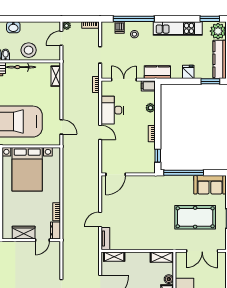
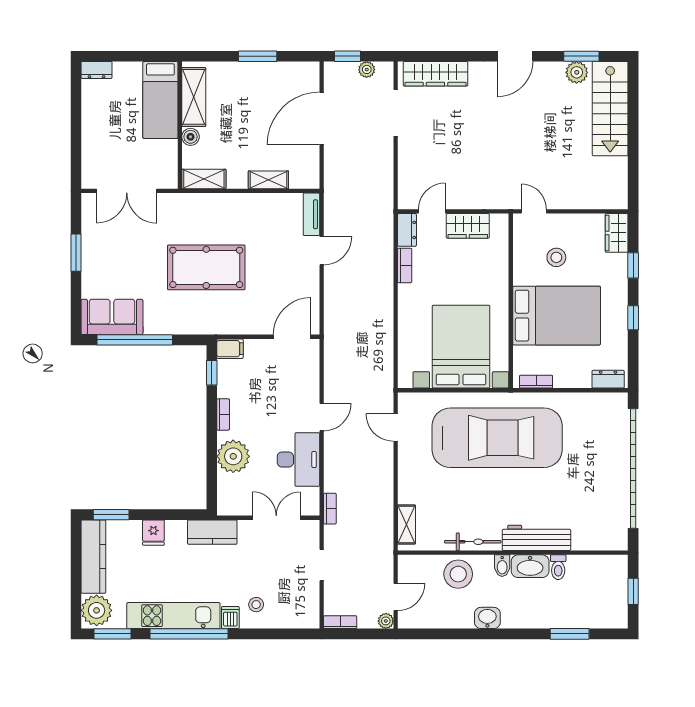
window: (134, 19) -> (189, 634), moved
dishwasher: (120, 27) -> (230, 618), moved
double door: (124, 80) -> (276, 518), swing flipped
filing cabinet: (148, 86) -> (230, 349), moved
plant: (150, 108) -> (233, 456), width x1.87, depth x1.87
door: (100, 132) -> (322, 417), swing flipped
window: (184, 173) -> (135, 340), moved
pool table: (195, 217) -> (206, 267), moved
double door: (202, 251) -> (127, 191), swing flipped
shelving: (114, 257) -> (268, 180), moved

